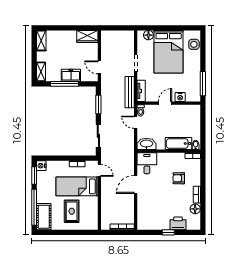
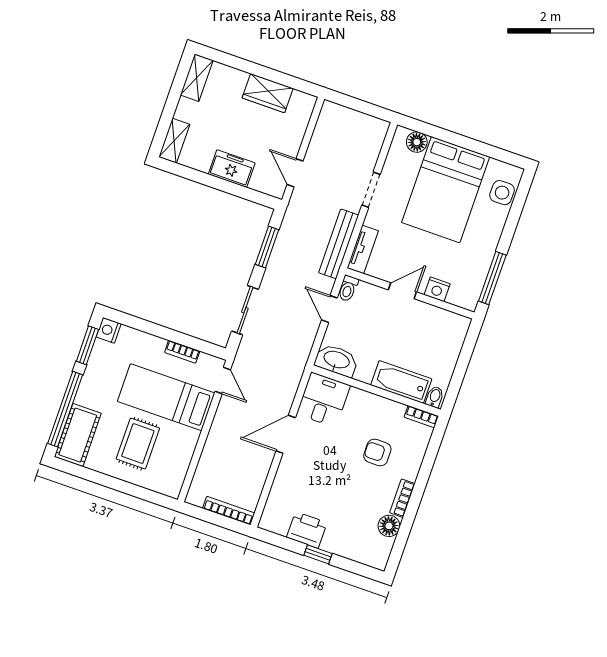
wardrobe: (87, 36) -> (268, 93), moved
window: (64, 84) -> (213, 182), removed
printer: (178, 223) -> (307, 530), moved

